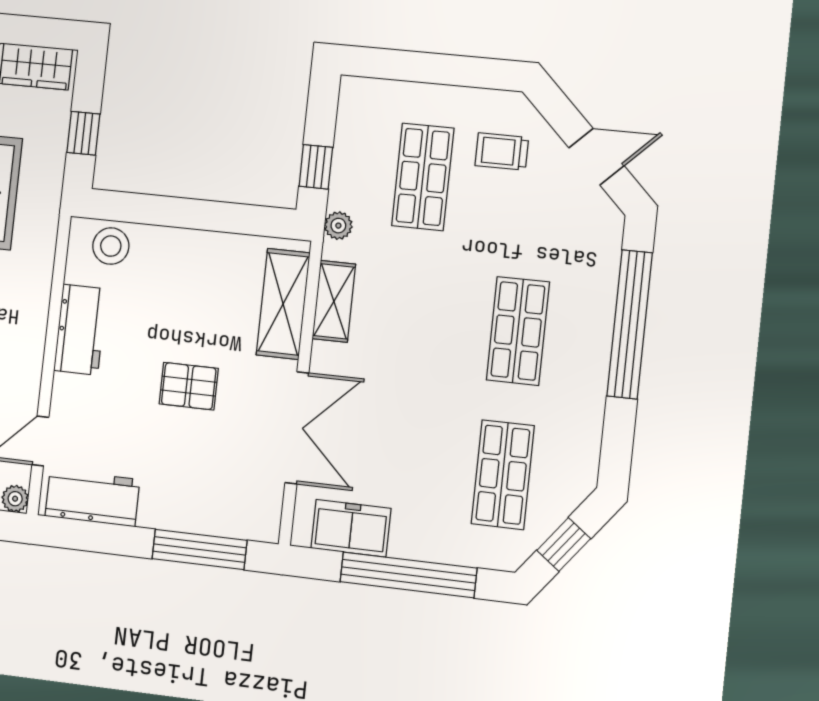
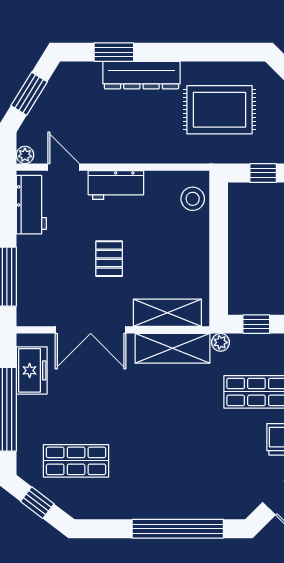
shelving: (334, 301) -> (173, 348), width x1.50, depth x1.33
workbench: (80, 330) -> (116, 185), moved
shop shelf: (518, 331) -> (166, 461), removed

